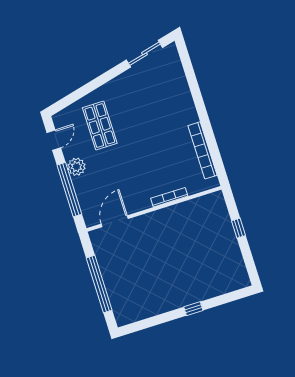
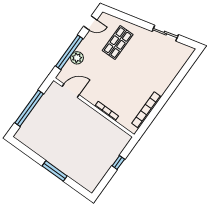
sliding door: (144, 54) -> (165, 33), moved
plant: (76, 167) -> (77, 58), moved
window: (193, 309) -> (55, 171), width x2.17

